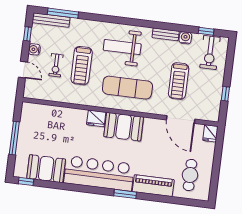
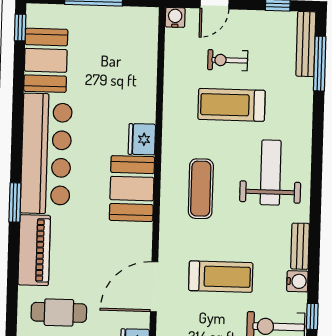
water cooler: (34, 49) -> (175, 17), moved
treadmill: (179, 81) -> (221, 277), turned 180
exercise mat: (127, 88) -> (201, 189), width x0.73, depth x0.69

